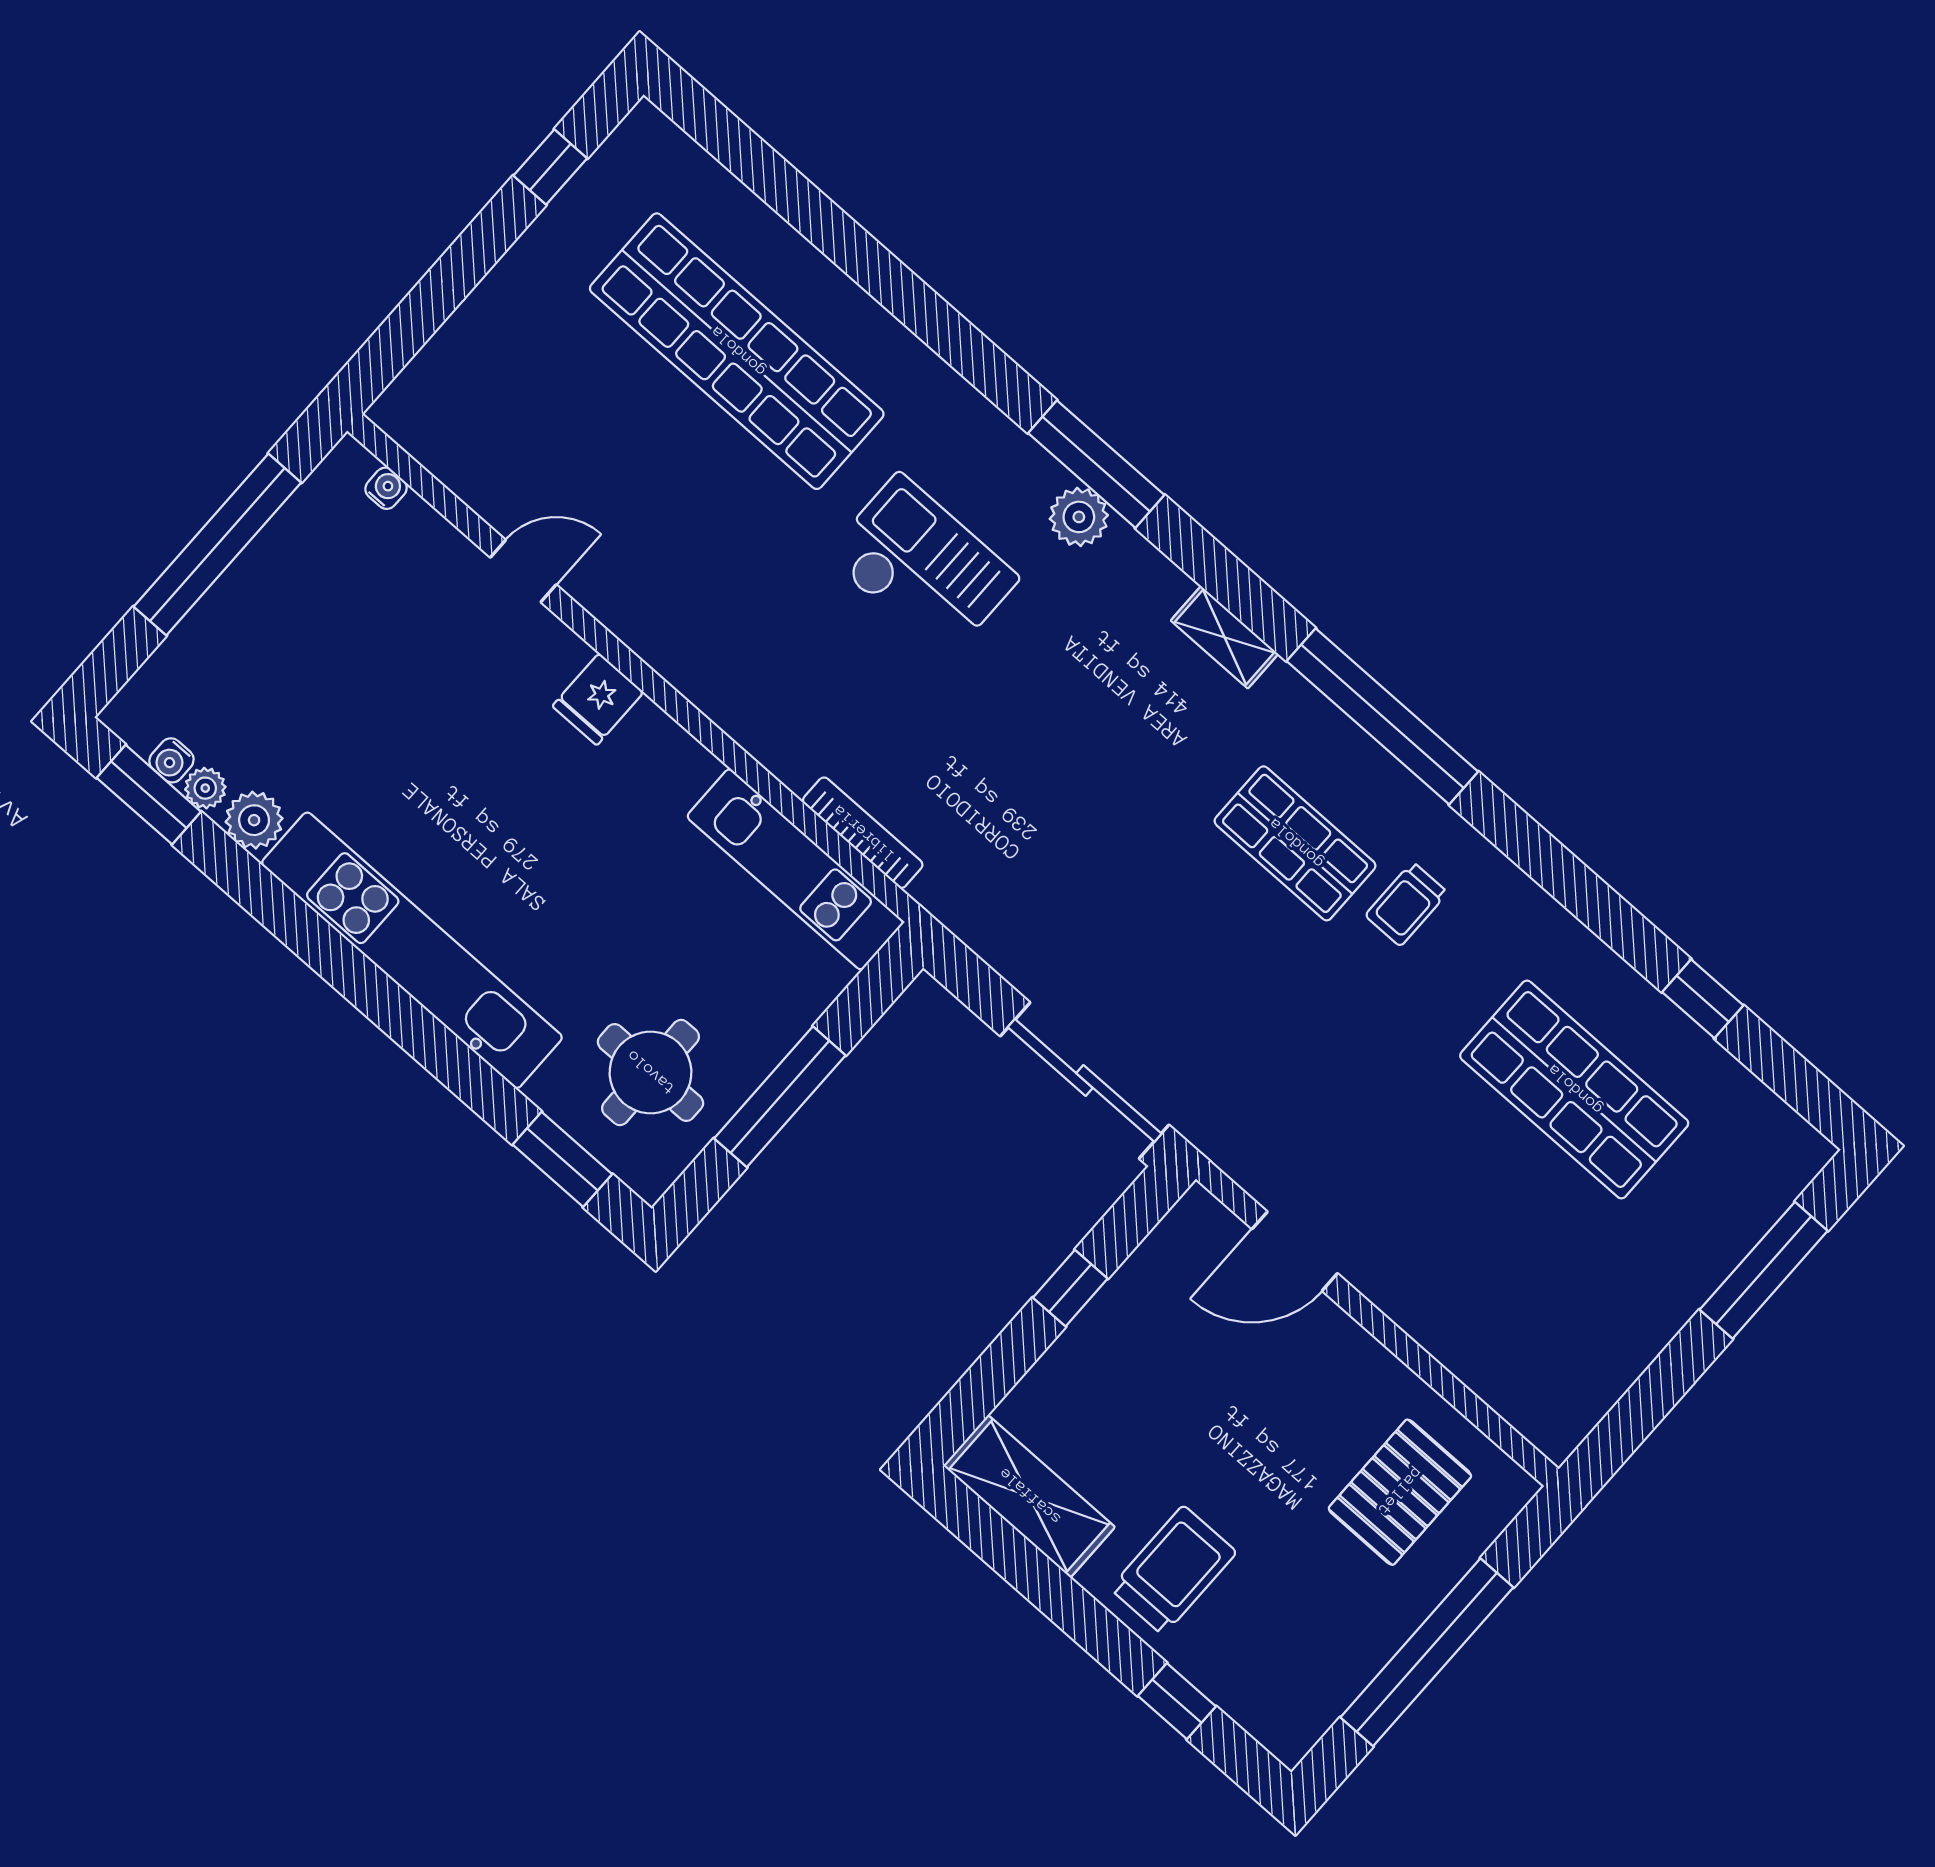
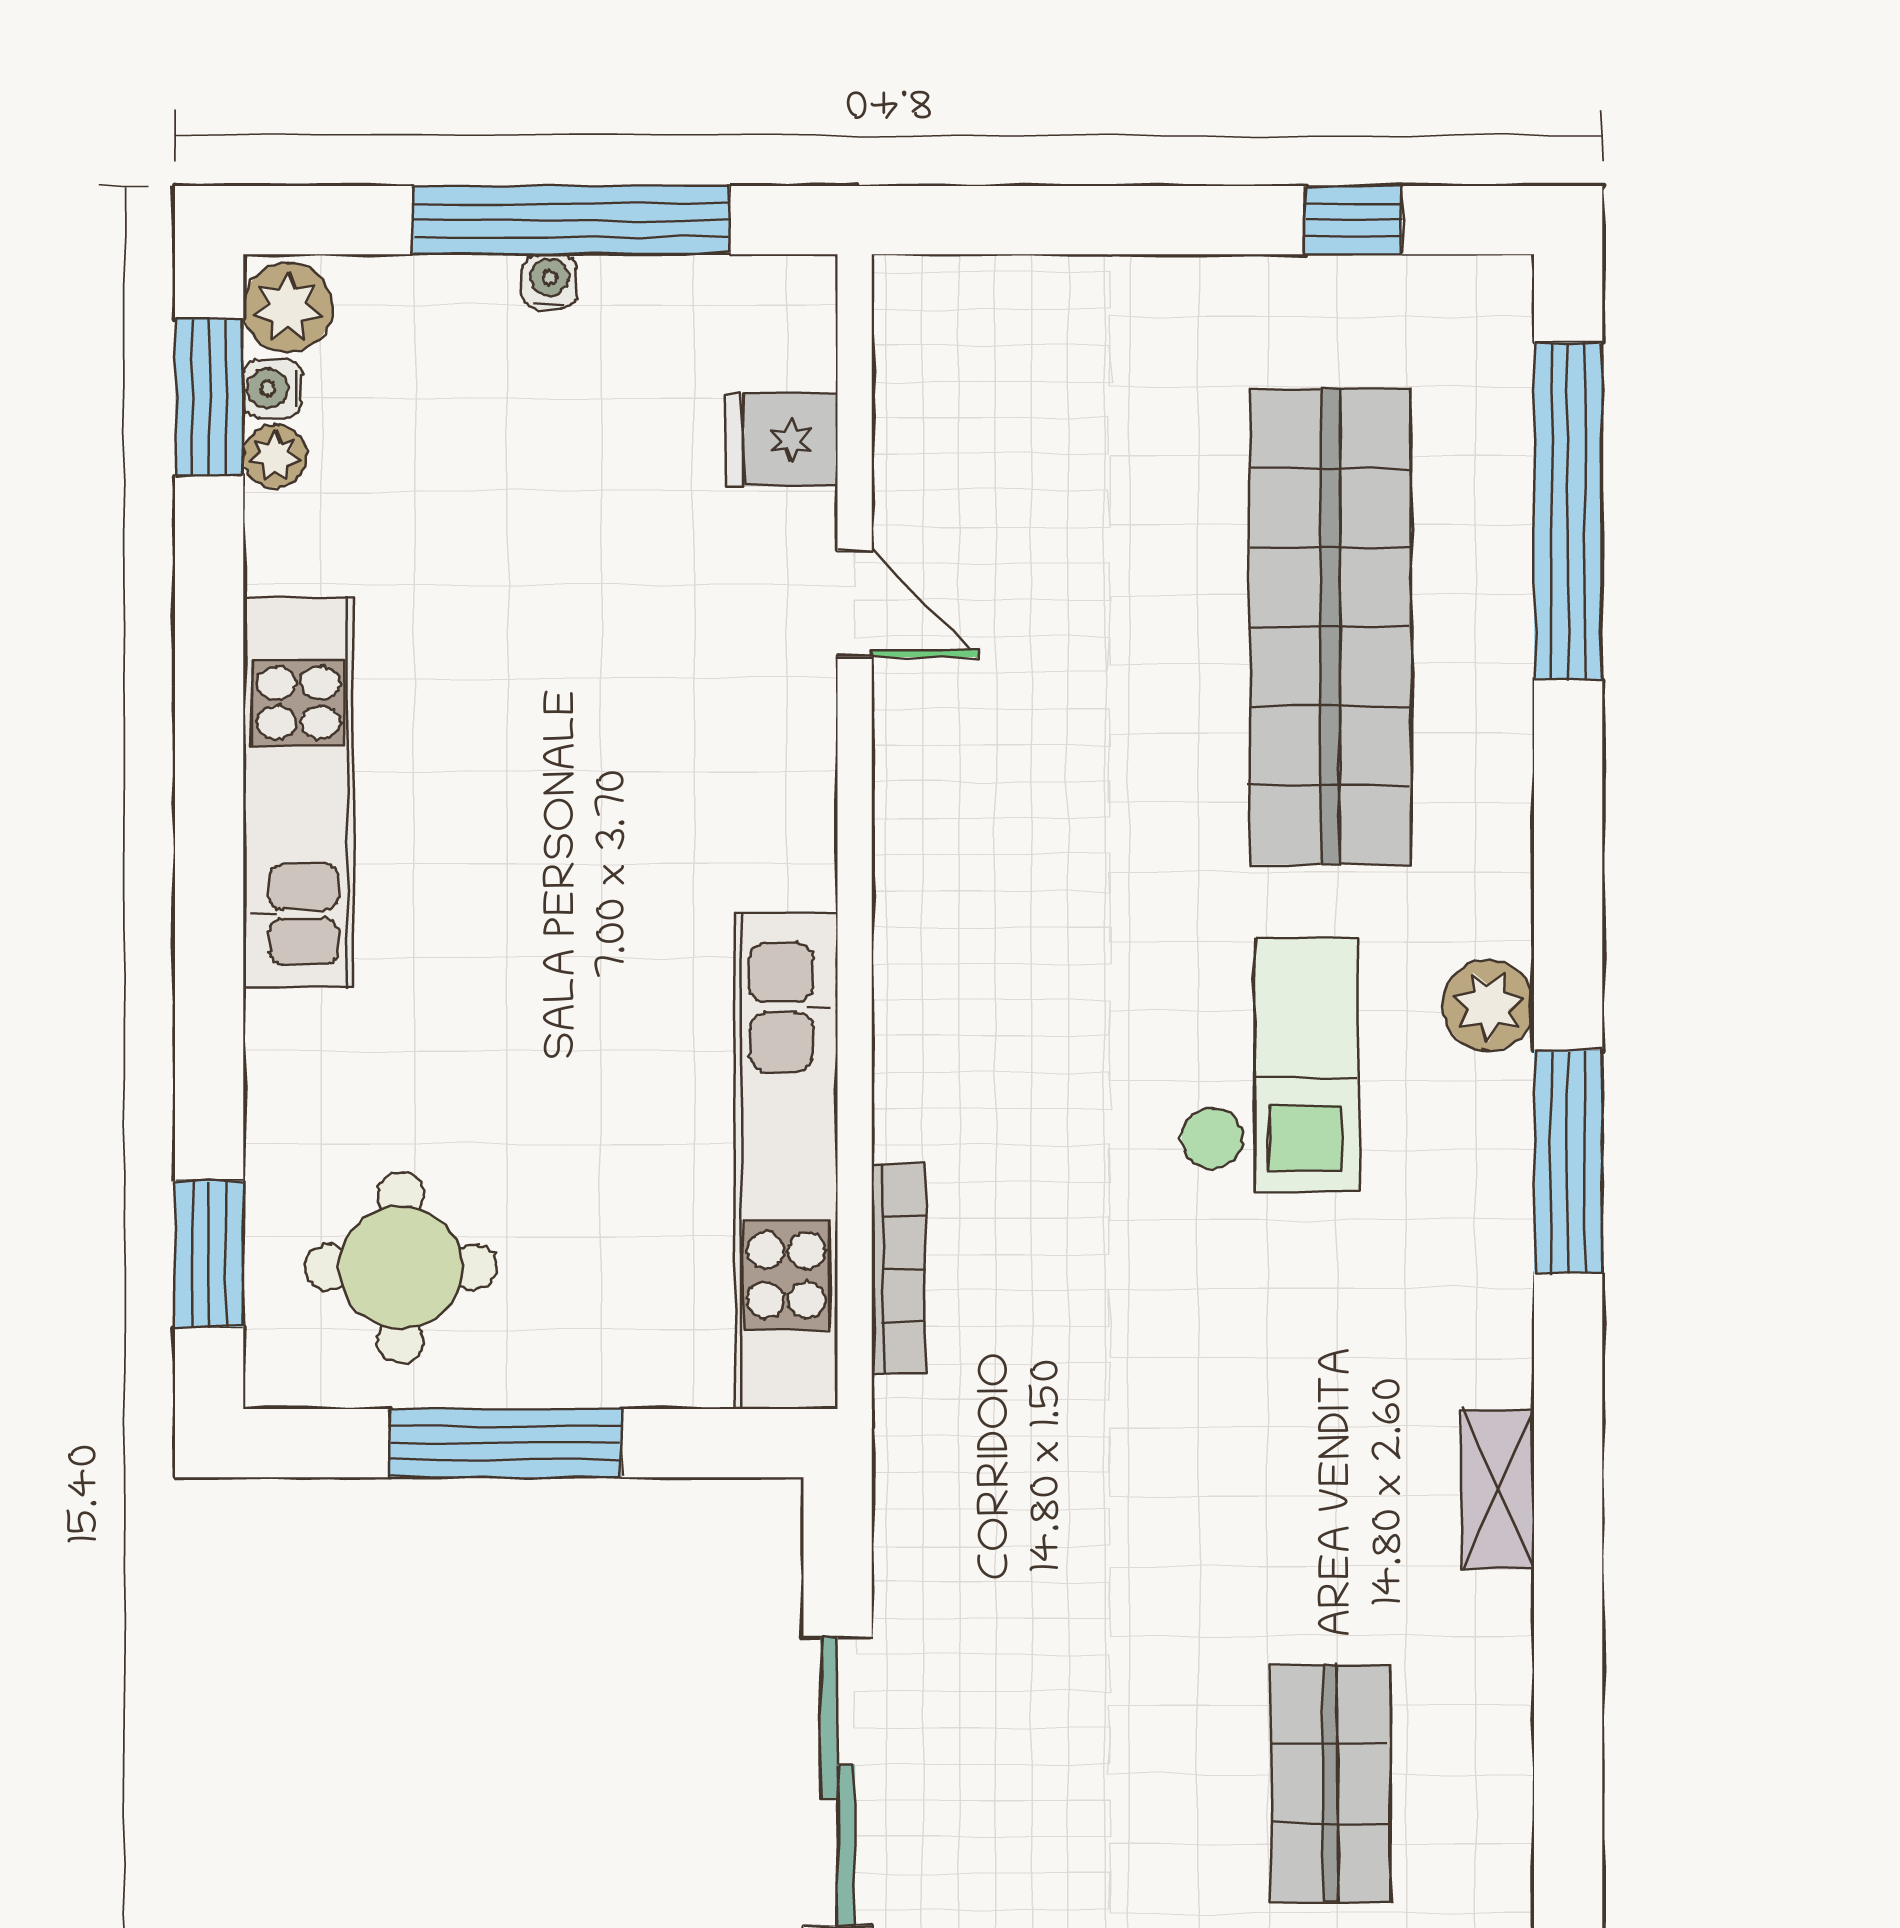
water cooler: (386, 488) -> (549, 282), moved, turned -90
plant: (1079, 517) -> (1489, 1005), moved
fridge: (598, 699) -> (782, 440), moved
window: (1382, 716) -> (1568, 511), moved
plant: (254, 820) -> (288, 308), moved
kitchen unit: (795, 869) -> (786, 1161), width x1.36
kitchen unit: (412, 950) -> (298, 793), width x0.73

